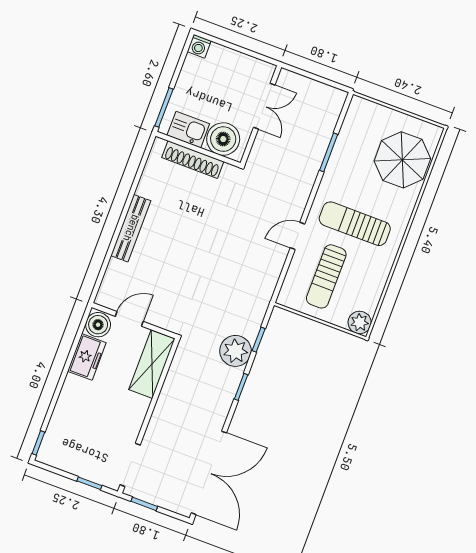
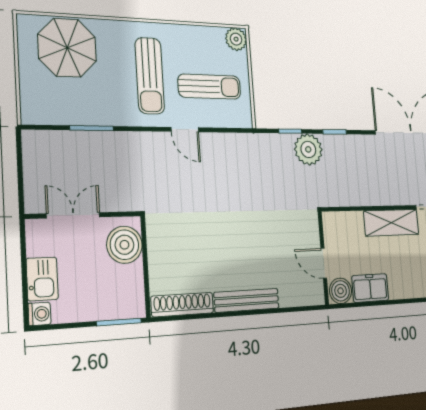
kitchen sink: (188, 130) -> (42, 279), moved, turned 180
shoe rack: (193, 159) -> (182, 305), moved, turned -90
shelving: (152, 364) -> (391, 223), moved

